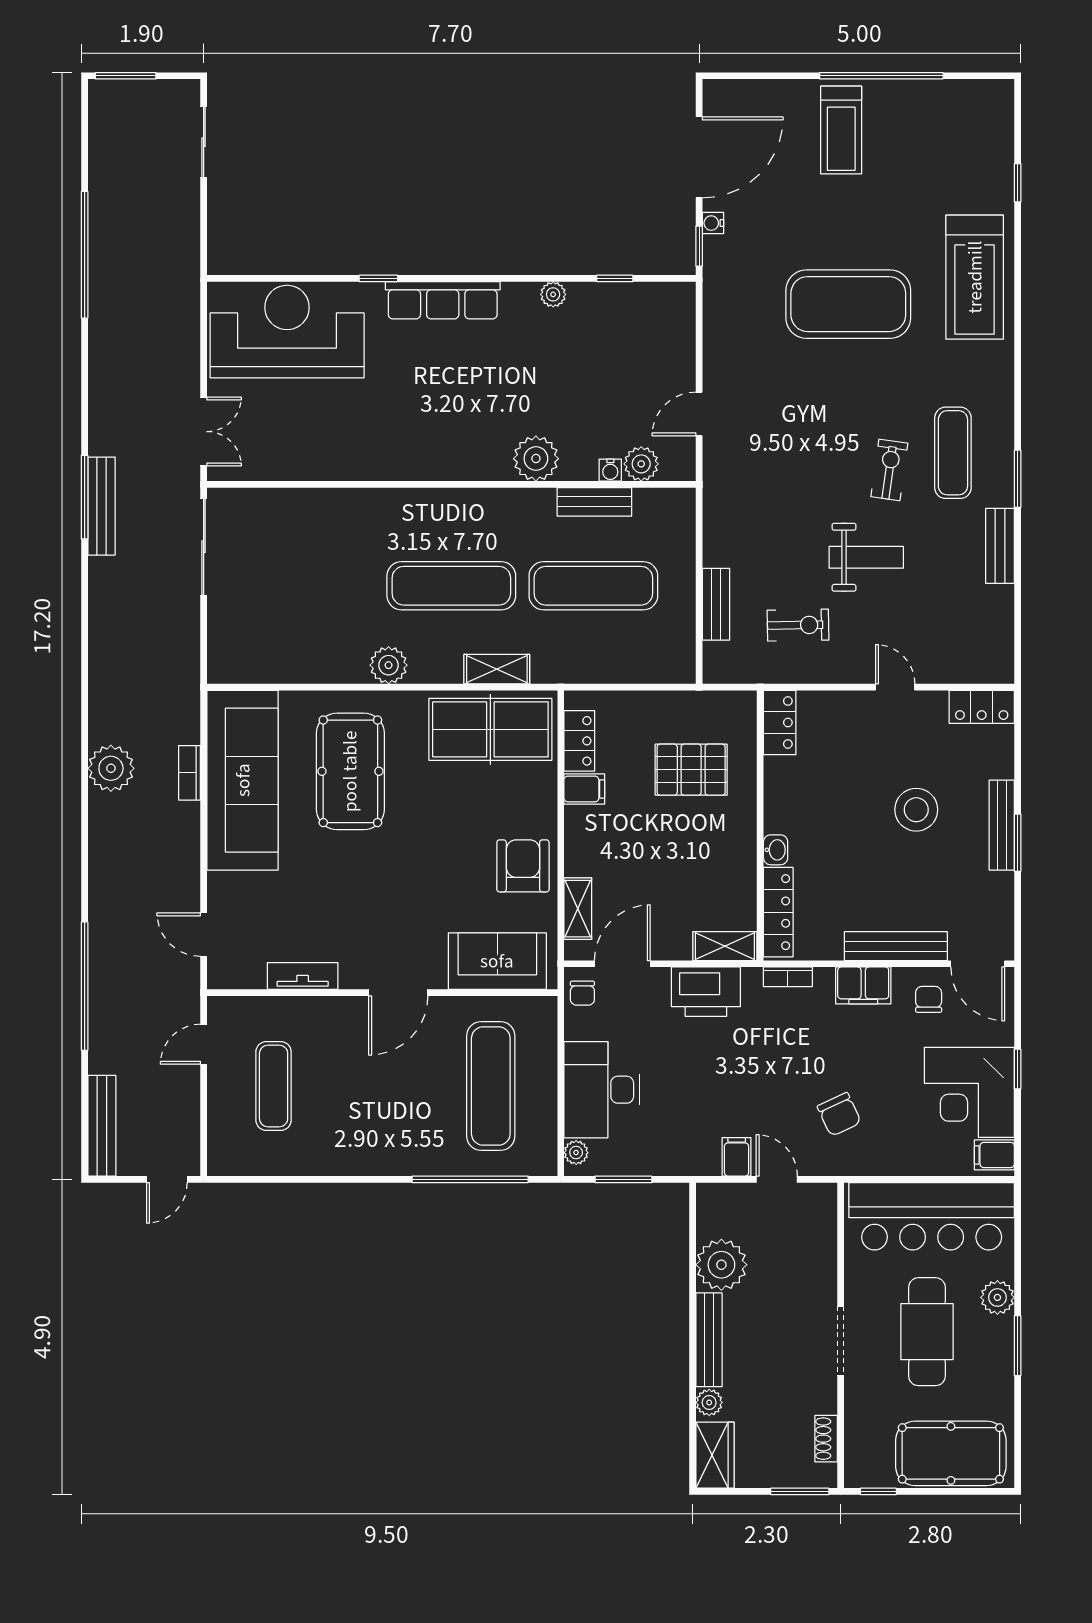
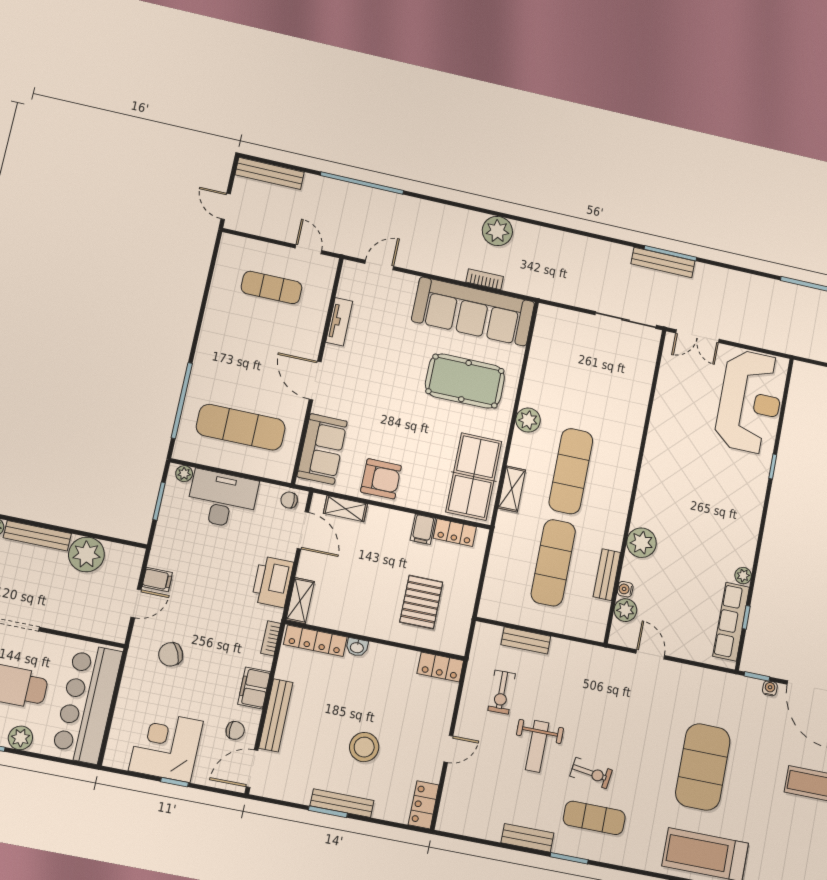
row of seats: (443, 300) -> (731, 622), moved
filing cabinet: (994, 1155) -> (119, 755), removed

